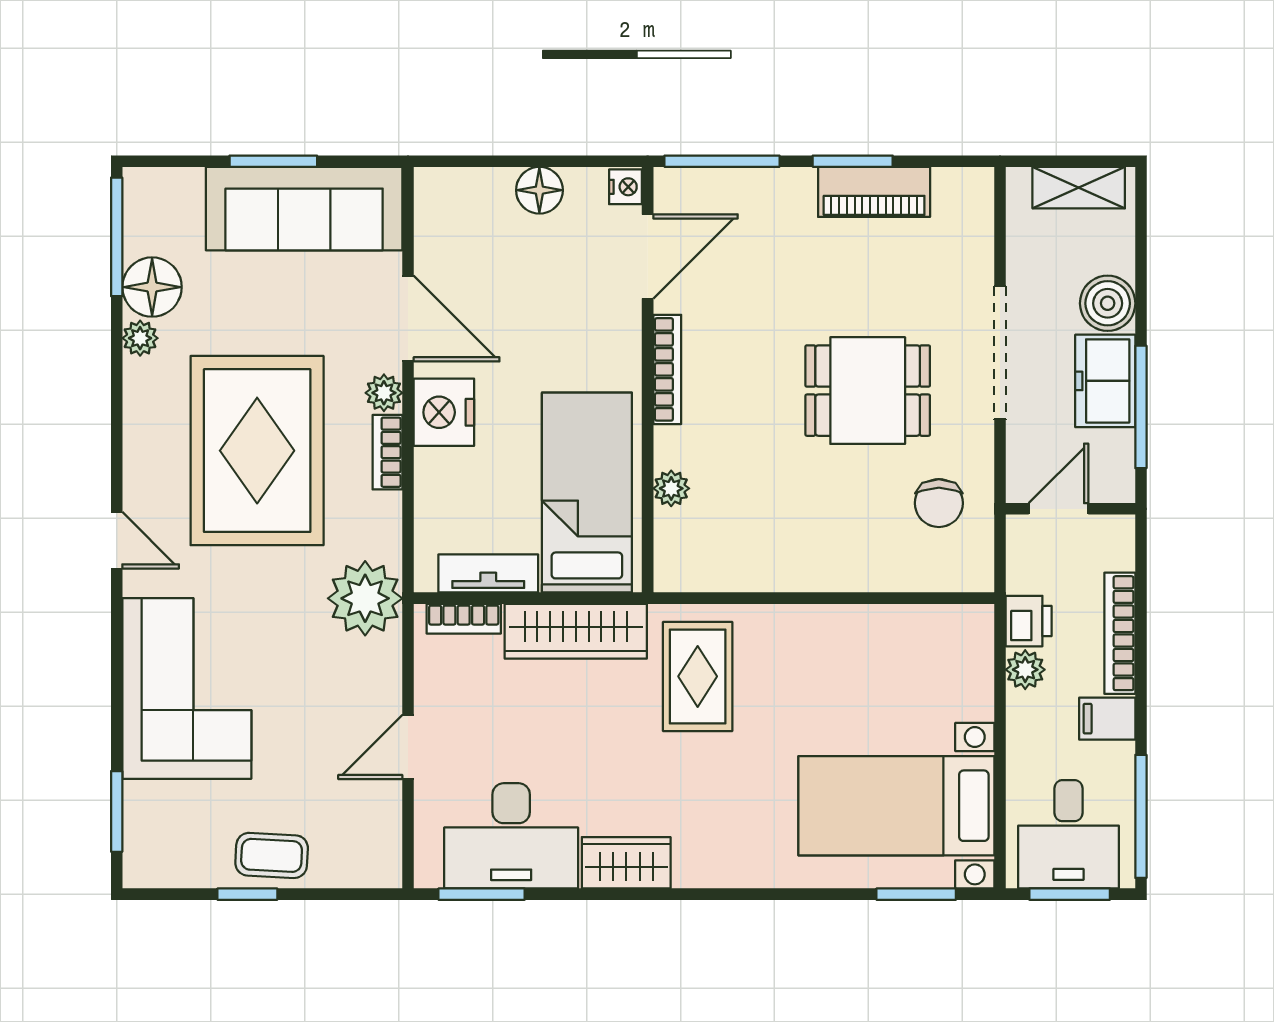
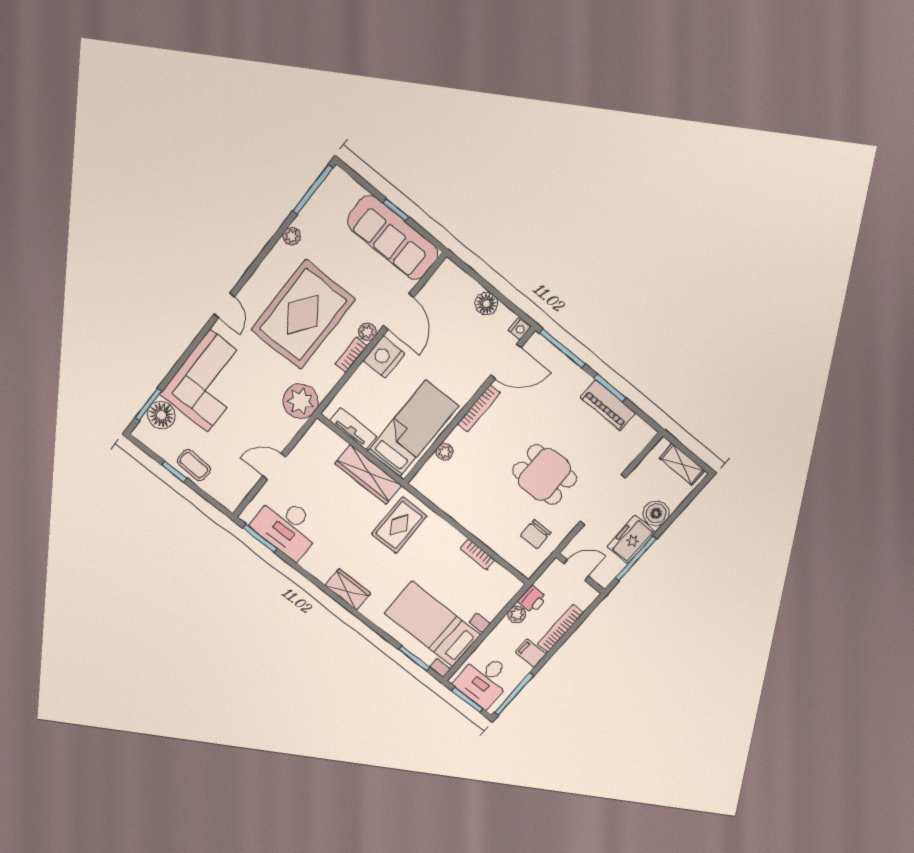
window: (273, 161) -> (396, 210), width x0.67
floor lamp: (152, 287) -> (161, 415), moved
bookcase: (464, 619) -> (478, 554), moved
wardrobe: (626, 863) -> (348, 589), moved

